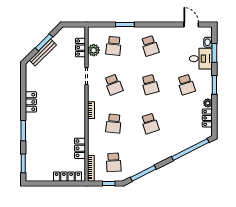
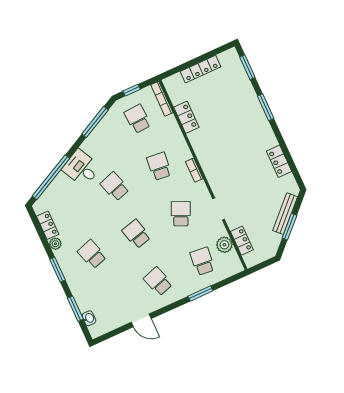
door: (191, 25) -> (141, 320), moved
desk: (201, 59) -> (81, 168), moved, turned 63
school desk: (114, 85) -> (181, 214), turned 45
locker: (31, 102) -> (279, 161), moved
locker: (68, 177) -> (201, 69), moved

